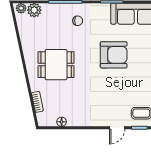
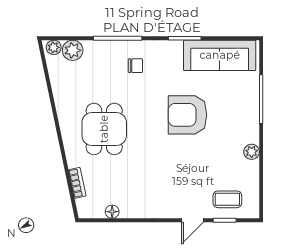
armchair: (114, 55) -> (187, 115), turned 180
dining table: (56, 65) -> (104, 129), turned 90

